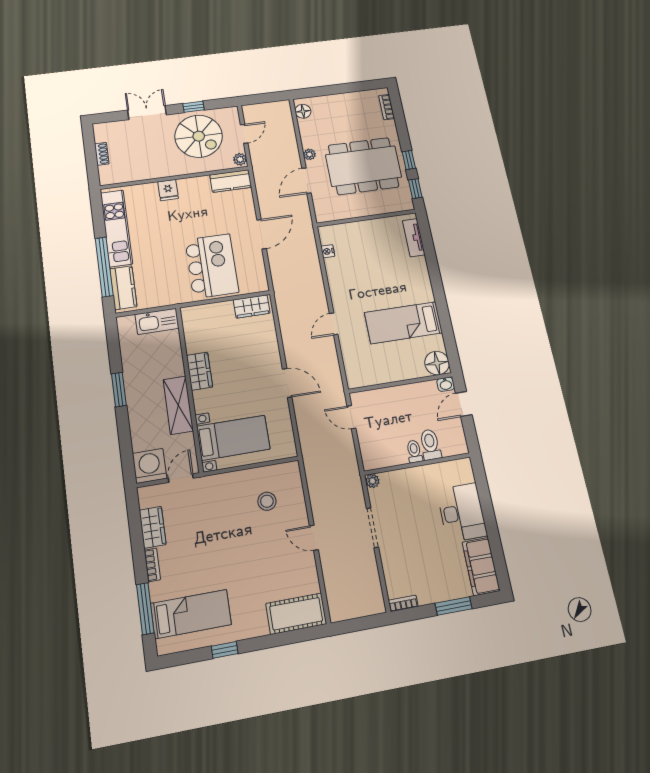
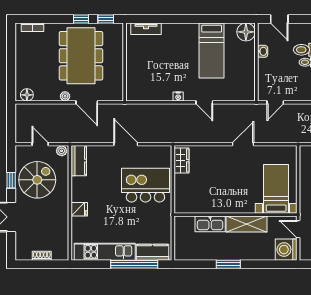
nightstand: (328, 251) -> (178, 96), moved
kitchen sink: (157, 321) -> (210, 224), moved, turned 90
wardrobe: (199, 371) -> (224, 206), removed
washbasin: (446, 384) -> (263, 51), moved

